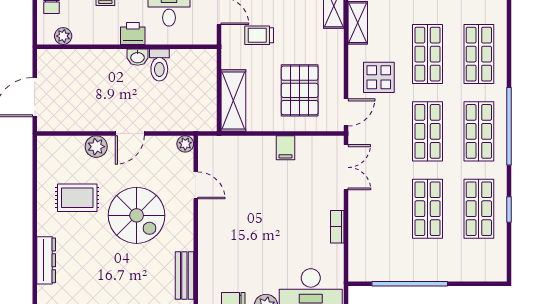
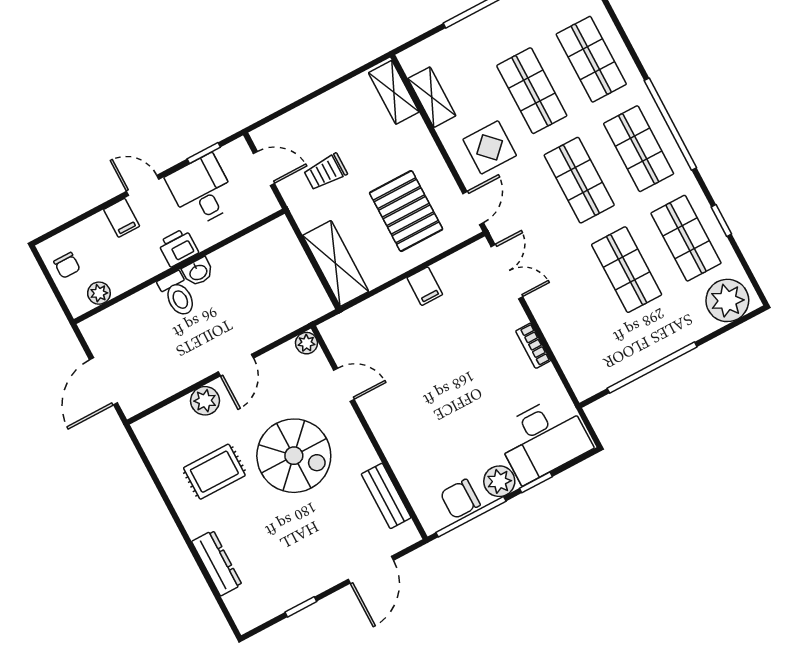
toilet: (159, 65) -> (178, 294), moved
plant: (484, 266) -> (727, 300), added

